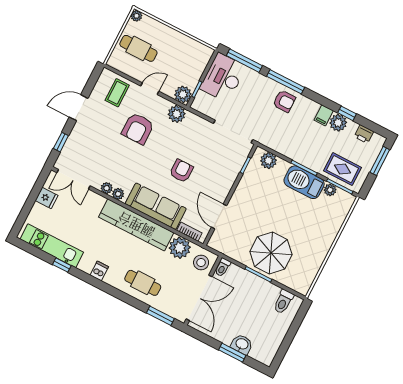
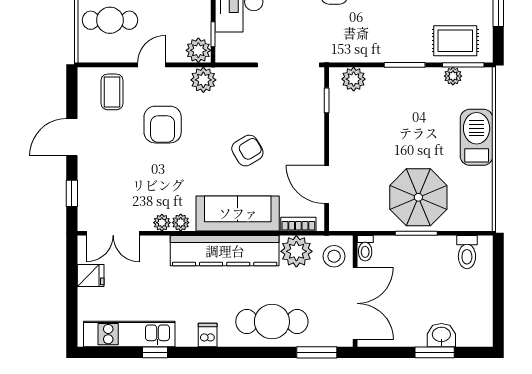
armchair: (181, 171) -> (247, 151), turned 59
barbecue: (304, 182) -> (477, 137), moved, turned 90
cafe table: (143, 283) -> (272, 322), width x1.37, depth x1.35

